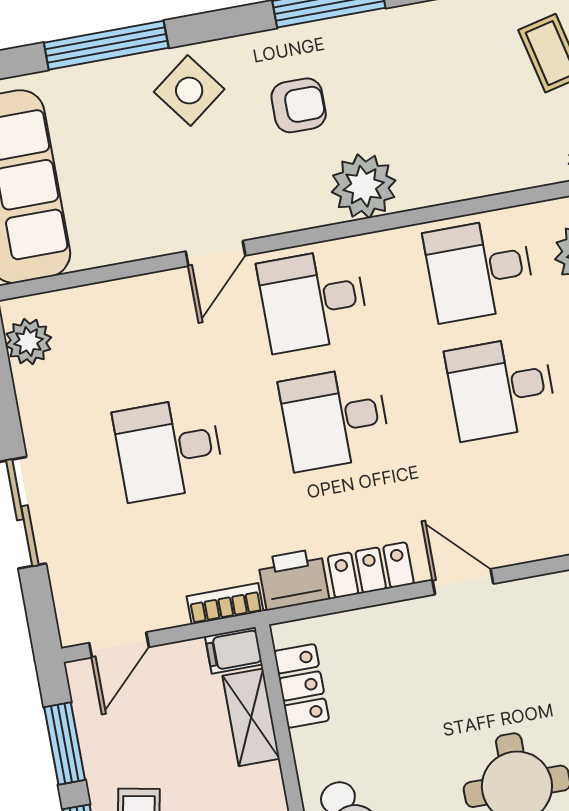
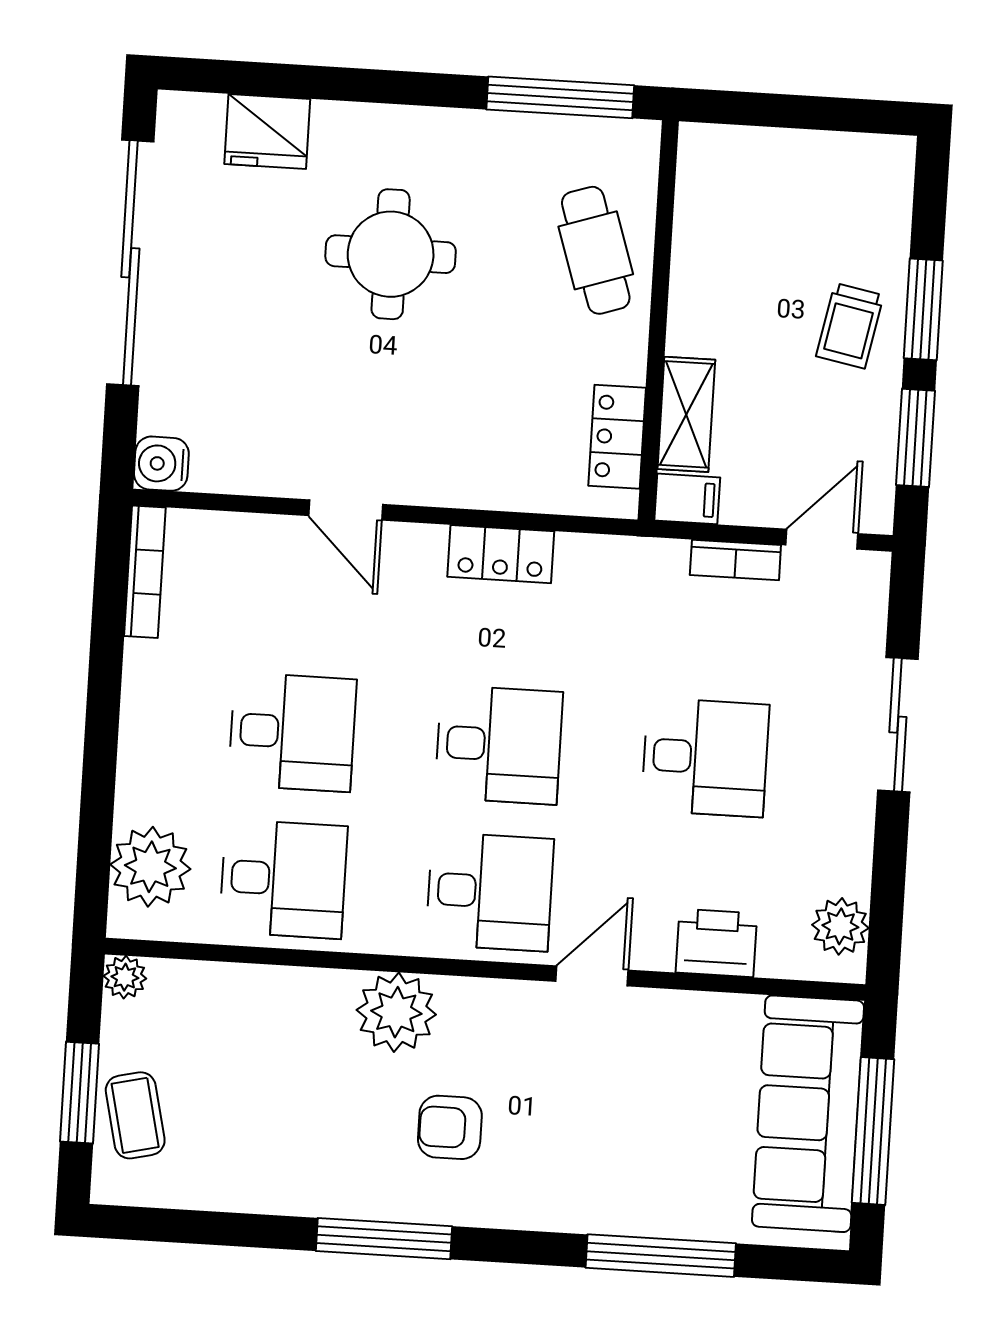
side table: (189, 91) -> (575, 1177), removed
printer: (293, 579) -> (716, 943), moved, turned 180
door: (463, 582) -> (346, 510), moved
bookcase: (225, 604) -> (735, 560), moved

